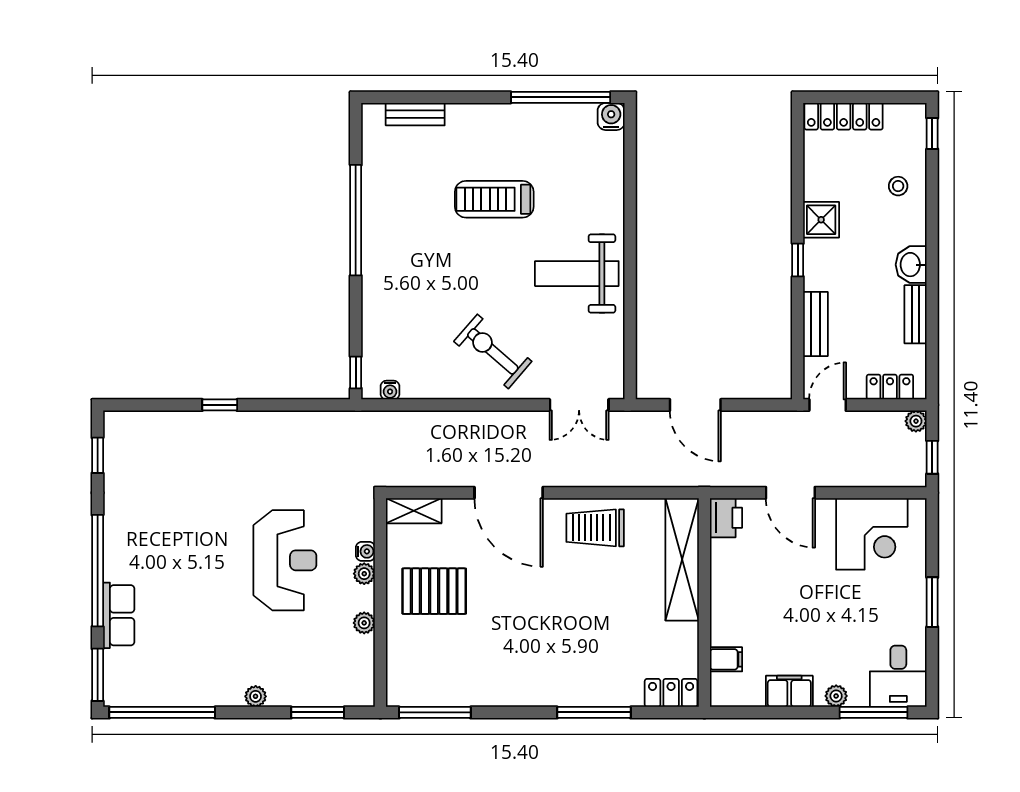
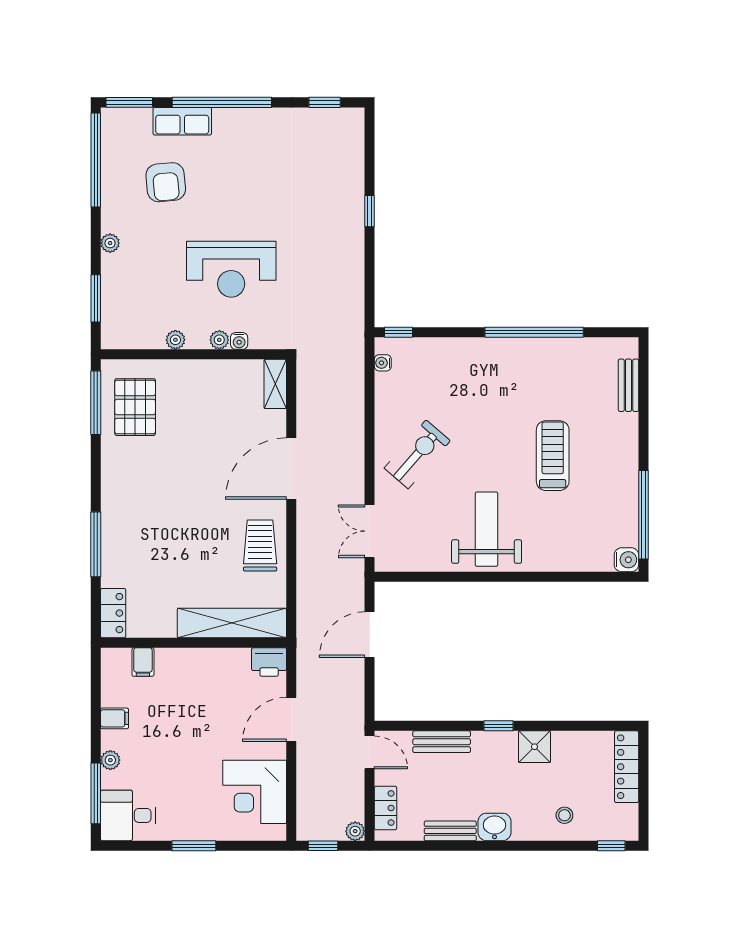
pallet: (434, 591) -> (135, 407), moved
armchair: (187, 634) -> (166, 182), added
filing cabinet: (789, 691) -> (115, 718), width x0.50

